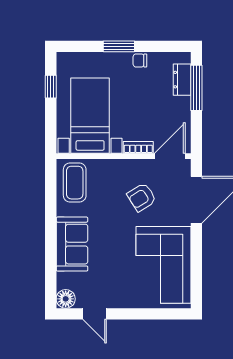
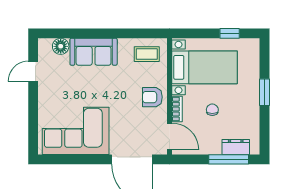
chair: (140, 60) -> (212, 110), moved
coffee table: (75, 183) -> (147, 54), width x0.73, depth x0.77
armchair: (142, 197) -> (152, 97), moved, turned -58
floor lamp: (66, 299) -> (61, 46), moved

